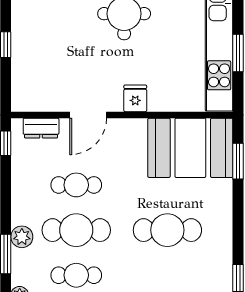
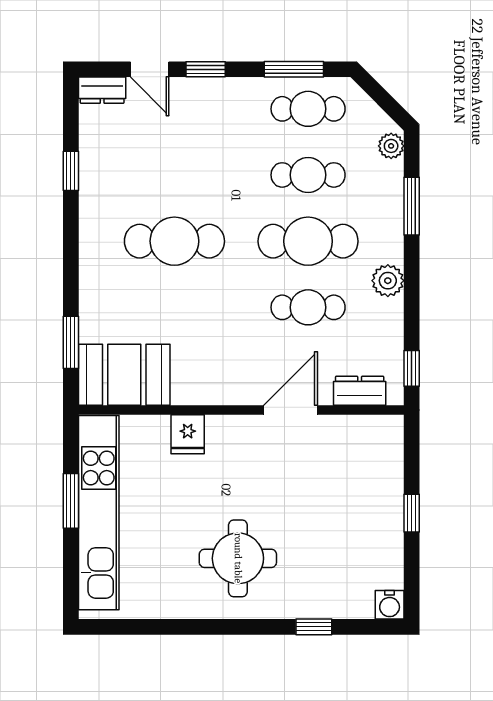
fridge: (135, 98) -> (188, 434), moved
booth: (190, 148) -> (124, 375), width x0.73, depth x0.70
plant: (22, 237) -> (388, 281), moved

